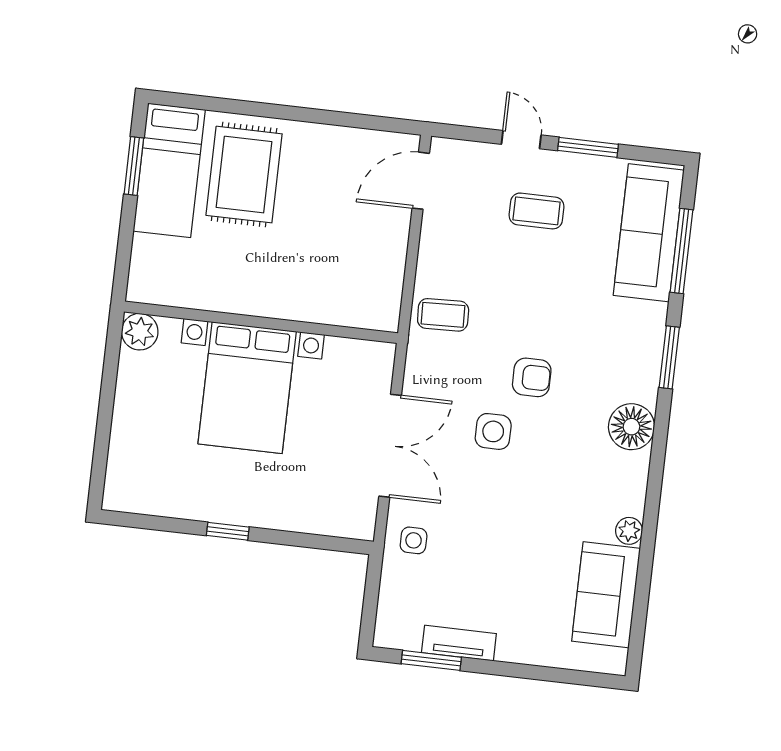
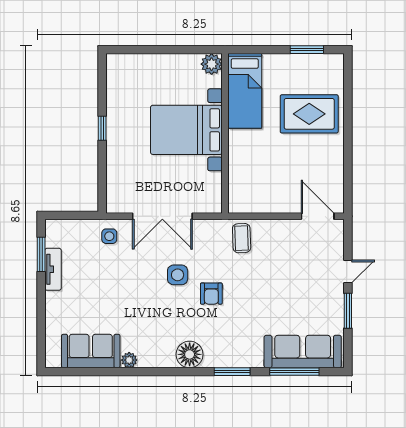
bed: (169, 170) -> (245, 91), moved, turned -90
coffee table: (537, 211) -> (308, 285), removed

